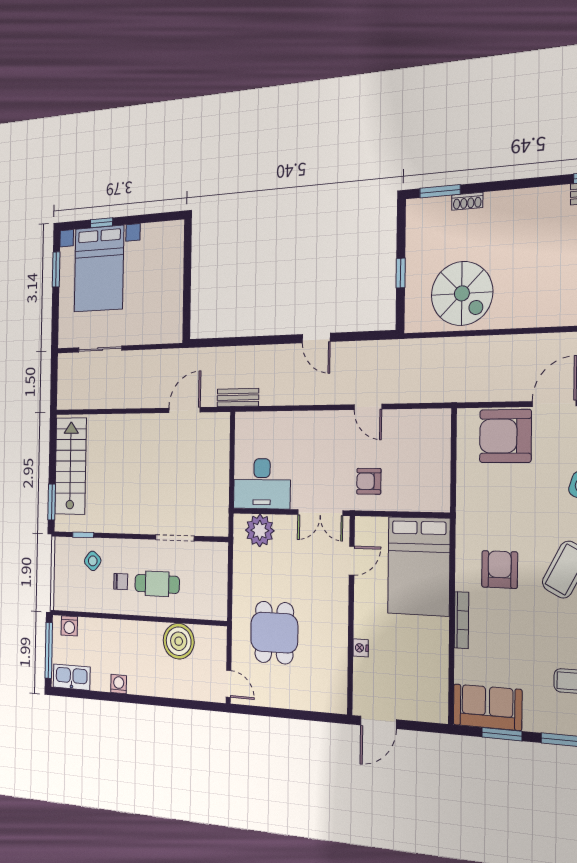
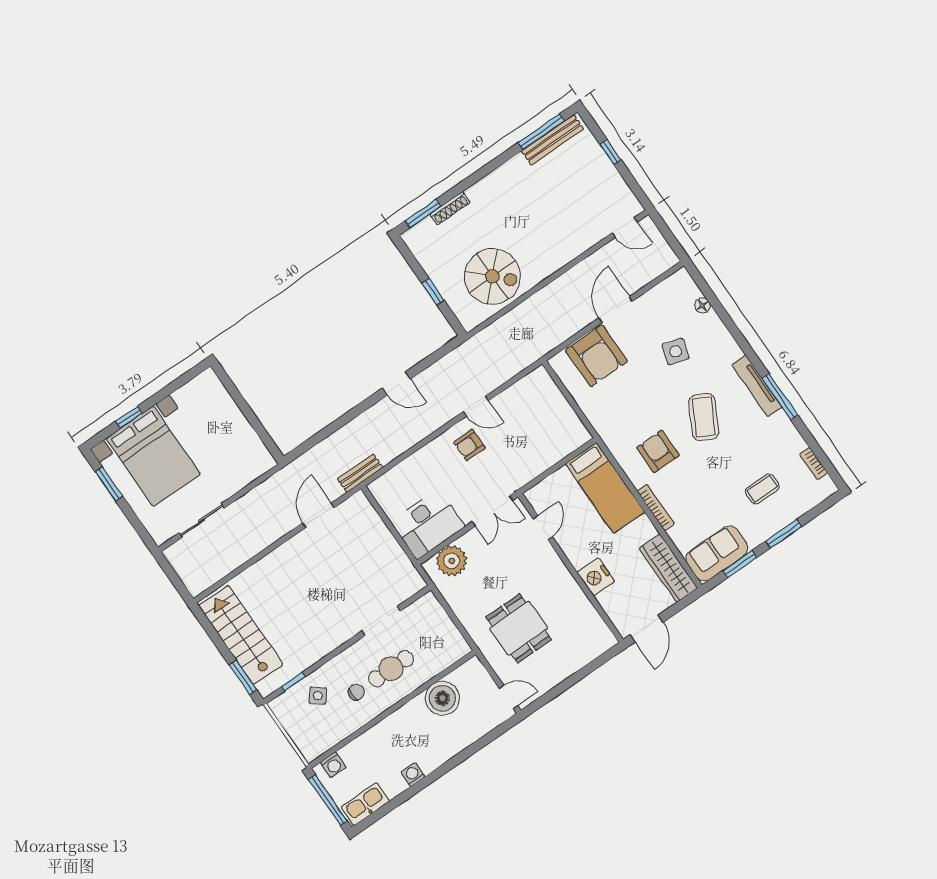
shoe rack: (467, 201) -> (450, 208), width x1.43
armchair: (505, 436) -> (596, 356), turned -90
armchair: (369, 481) -> (469, 445), moved
bed: (419, 566) -> (605, 488), width x0.67
nightstand: (361, 648) -> (596, 577), width x1.89, depth x1.79
wardrobe: (435, 684) -> (668, 568), added

